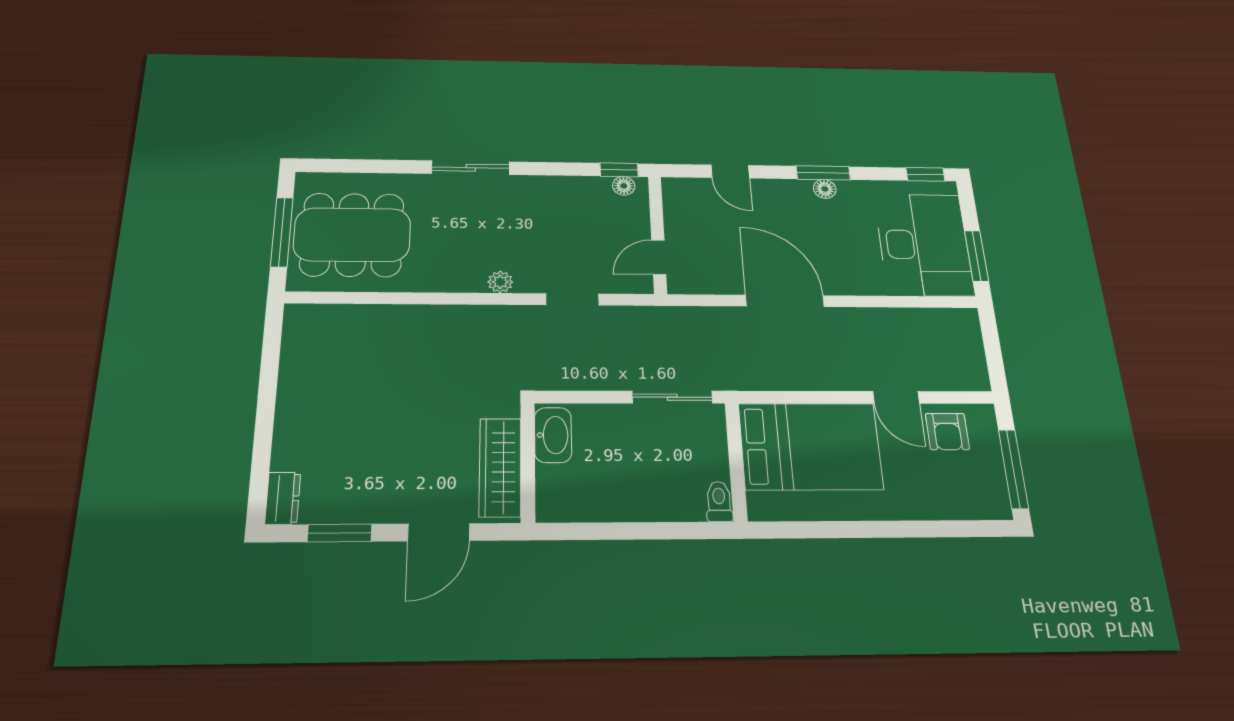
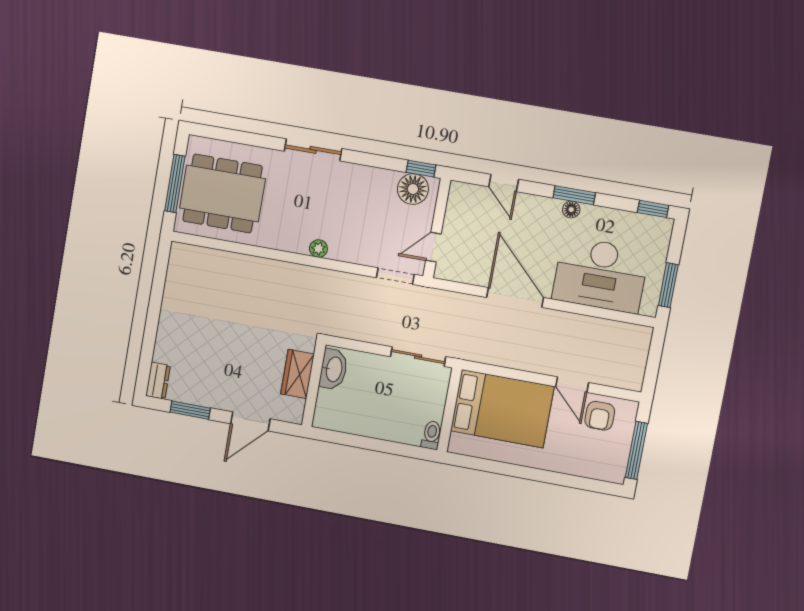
floor lamp: (624, 186) -> (413, 189), width x1.89, depth x1.89
desk: (924, 244) -> (600, 275), moved, turned 90
doorway: (572, 299) -> (395, 276), moved
wardrobe: (500, 467) -> (297, 374), width x0.67

